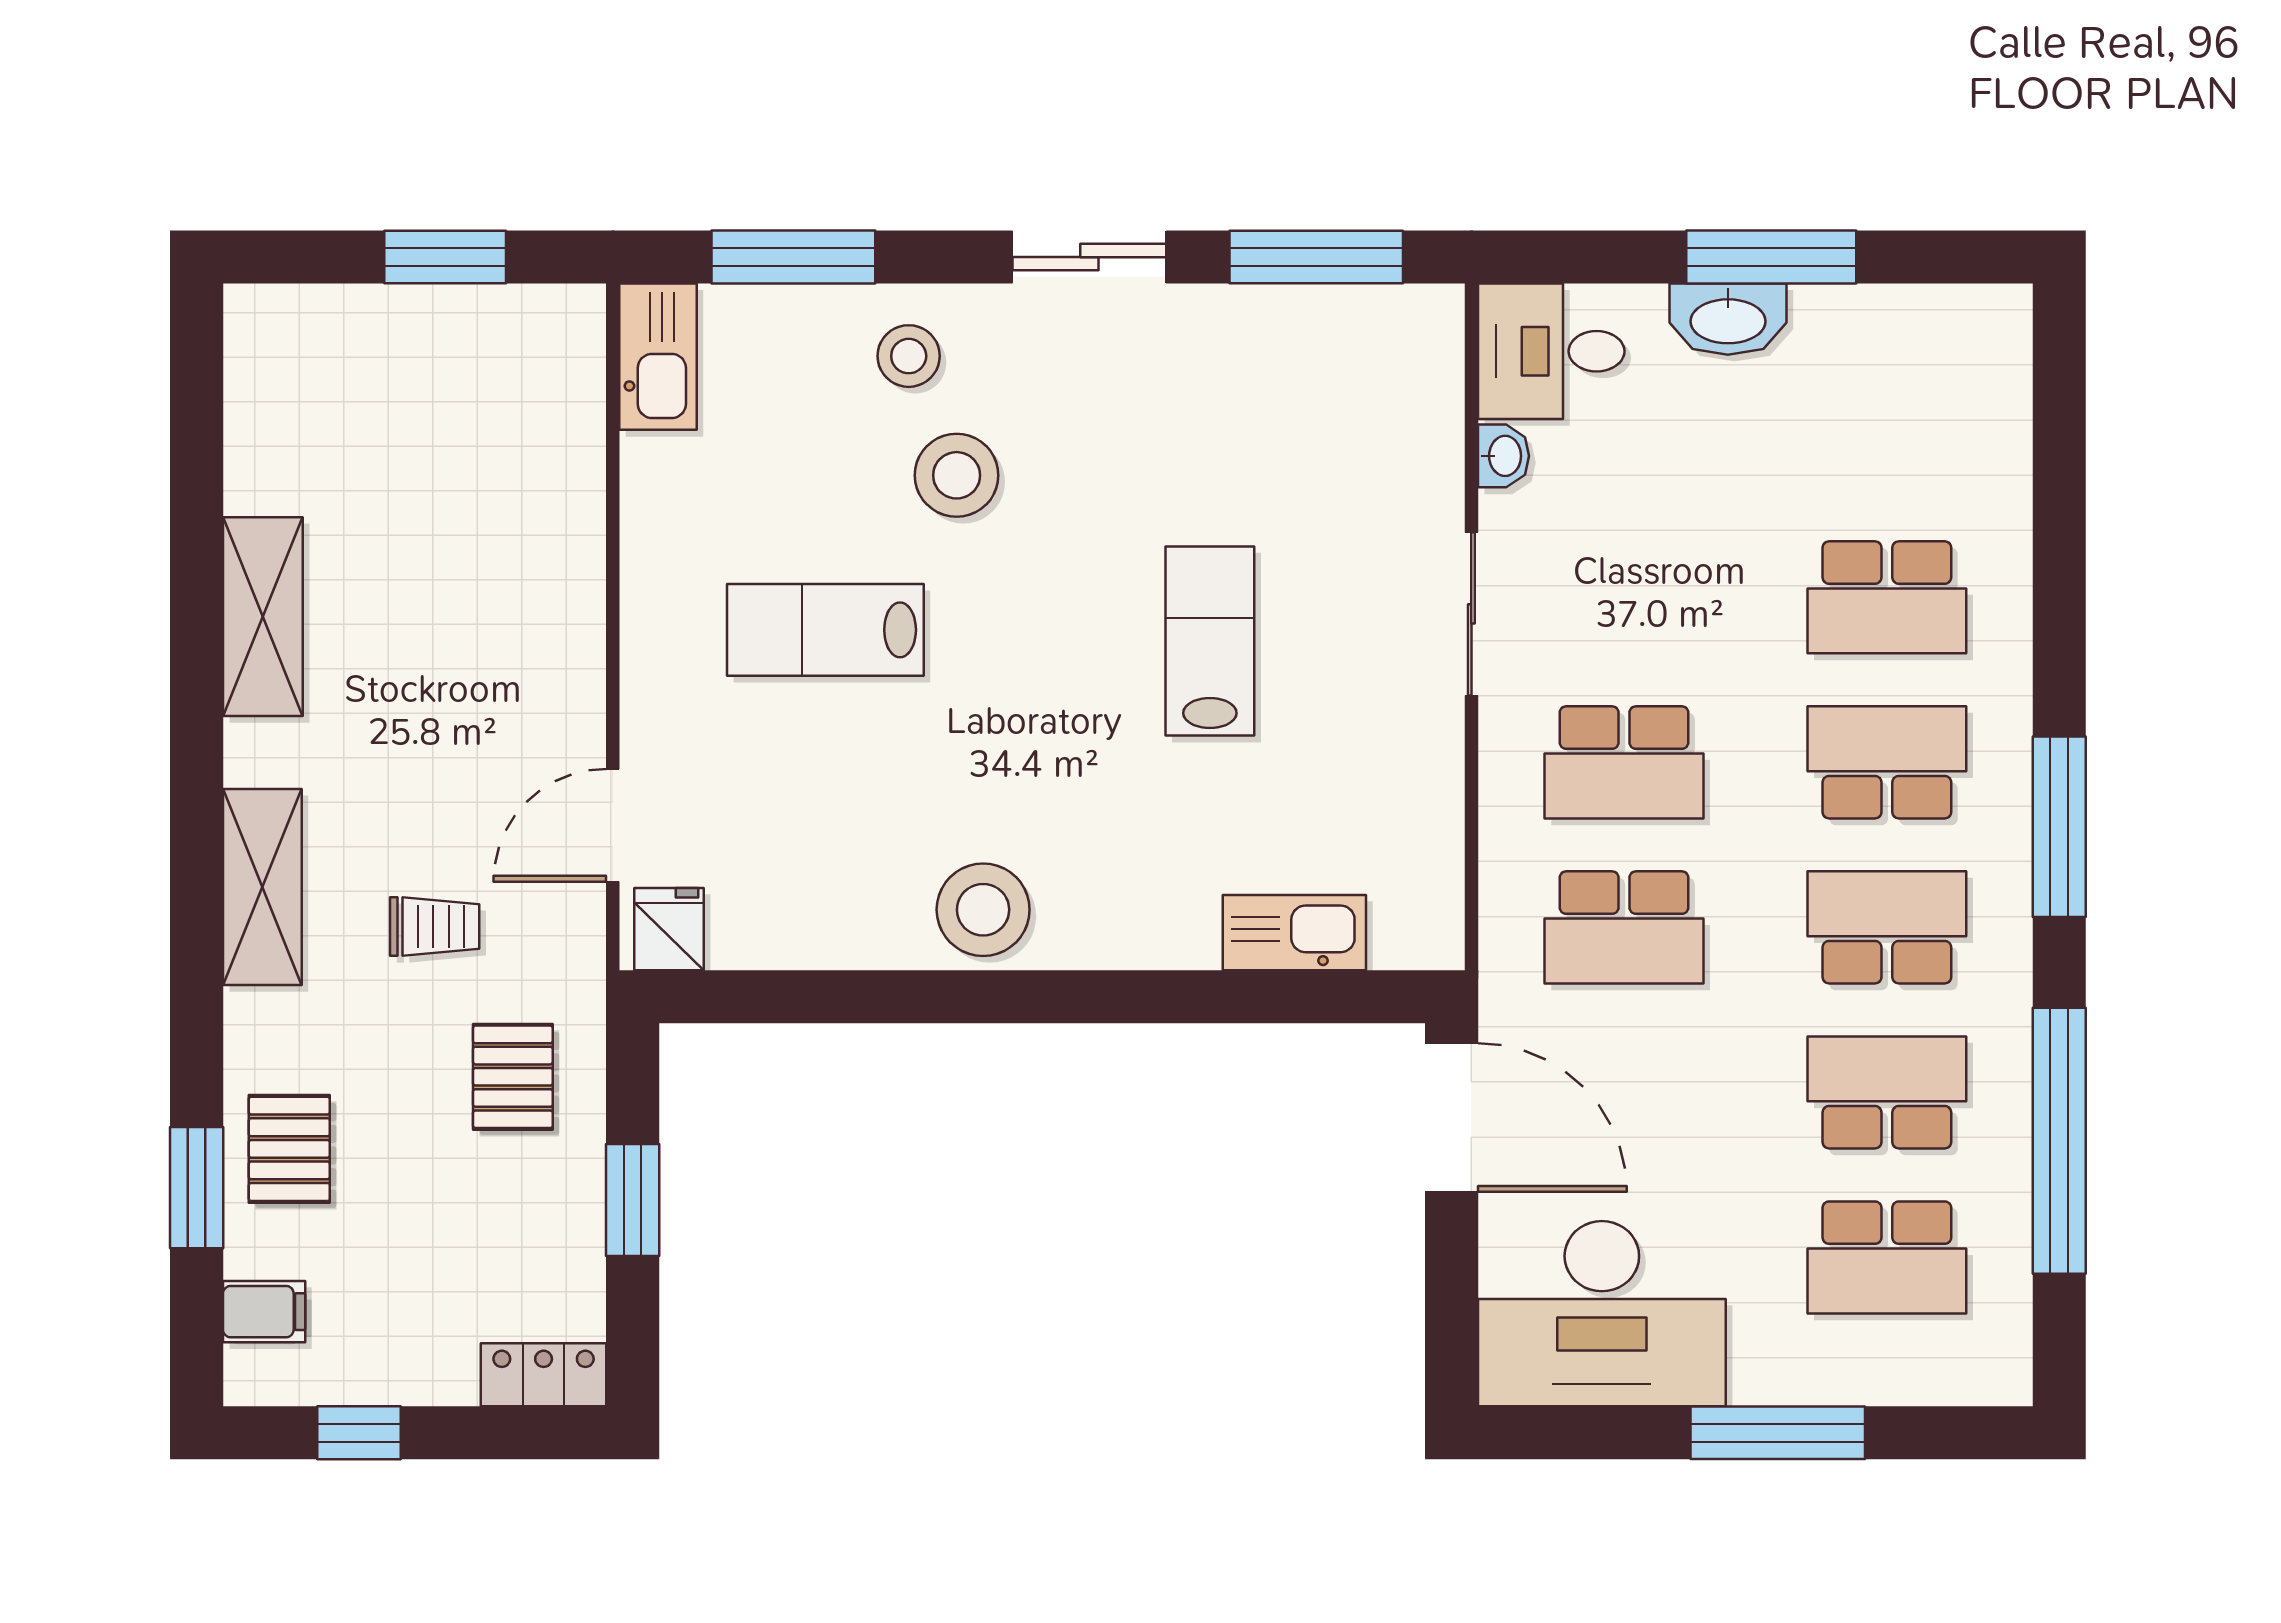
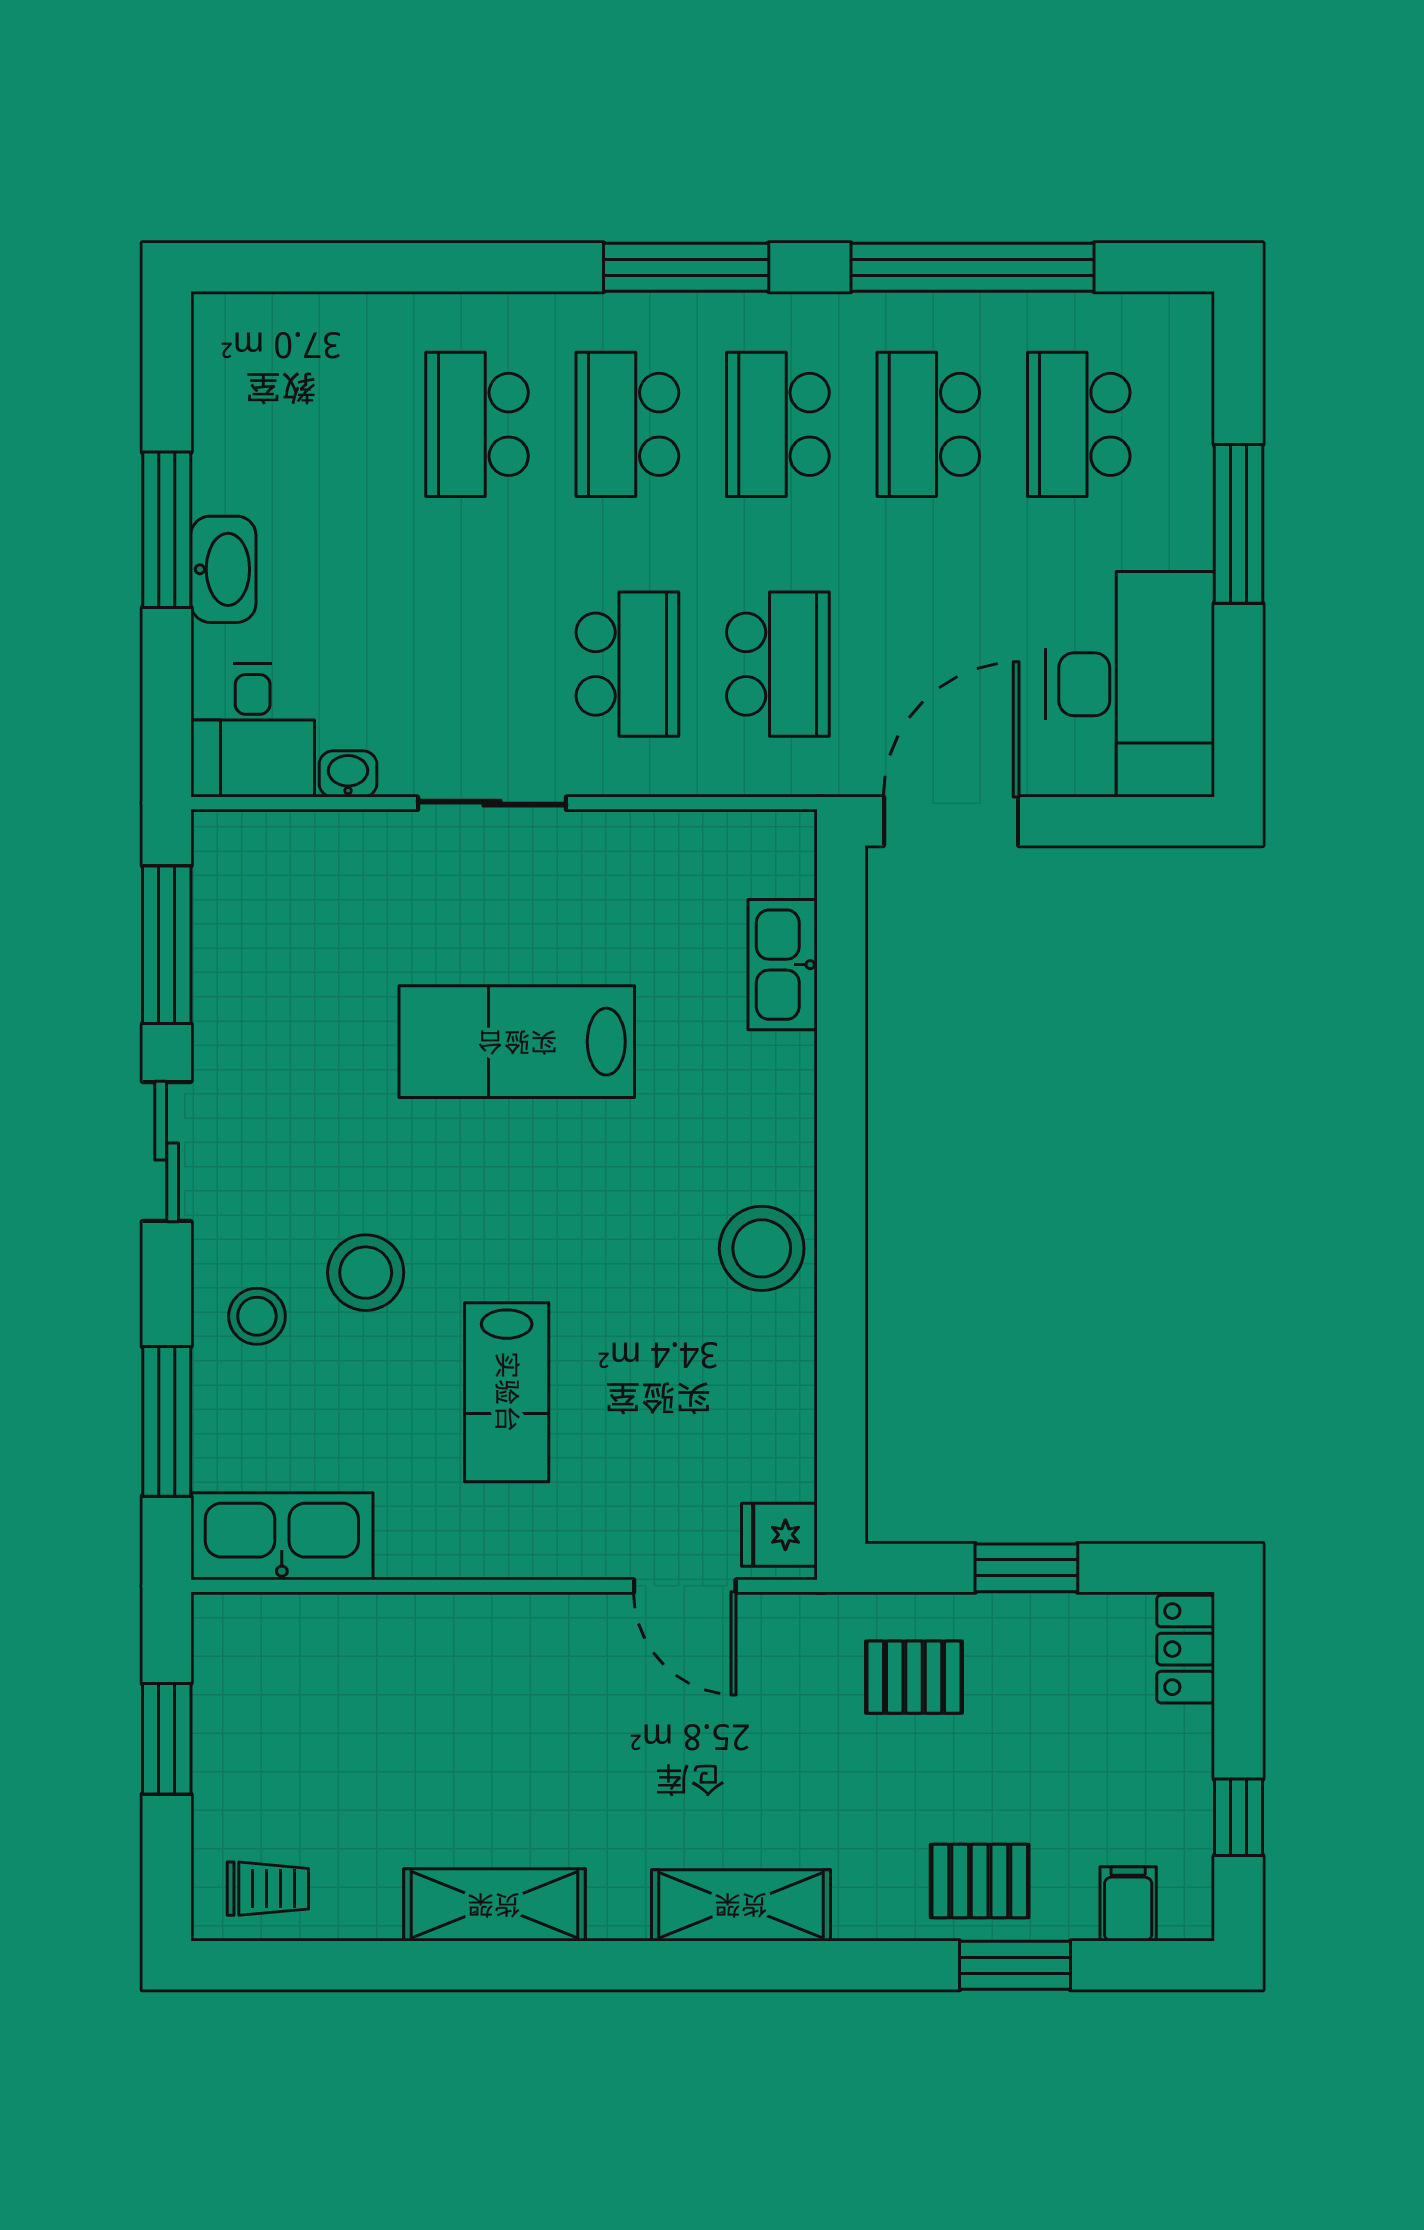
kitchen sink: (658, 357) -> (282, 1536), width x1.36, depth x1.24
school desk: (1887, 597) -> (477, 424), turned 180
lab bench: (1210, 641) -> (517, 1042), width x1.36, depth x1.39
trolley: (435, 926) -> (268, 1889), moved, turned 90
school desk: (1887, 1257) -> (1079, 424), turned 180

